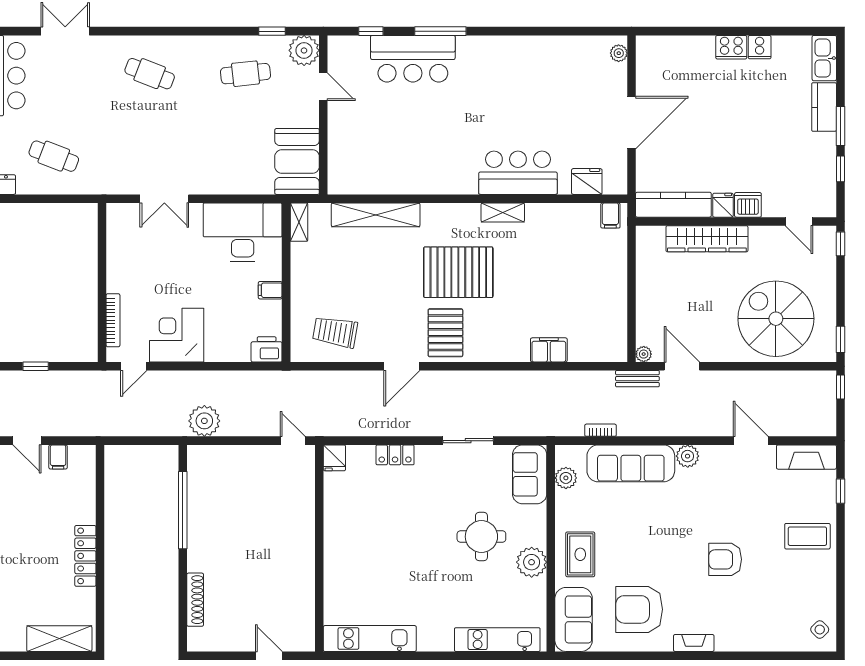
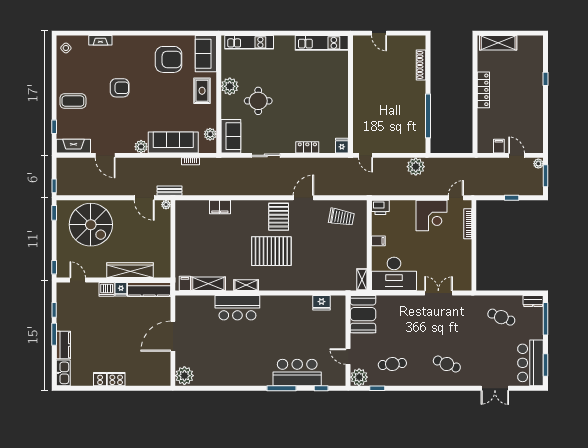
plant: (619, 53) -> (184, 376), width x1.88, depth x1.88
fridge: (587, 182) -> (321, 303), moved
shelving: (376, 215) -> (208, 284), moved, width x0.68
fireplace: (694, 643) -> (100, 40), moved

